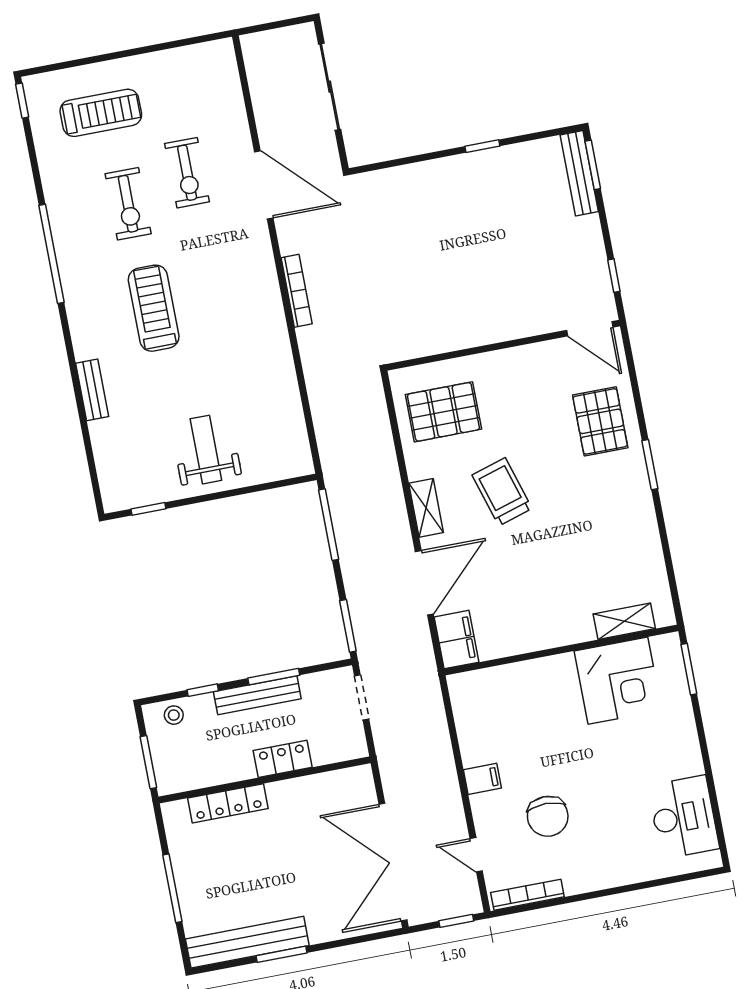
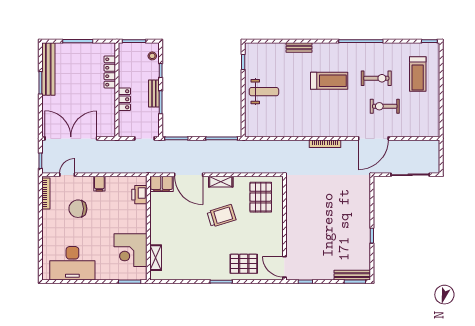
exercise bike: (128, 204) -> (376, 78), turned 180
door: (590, 329) -> (284, 267), hinge flipped
printer: (490, 685) -> (139, 195), added
bench: (257, 695) -> (154, 94), width x0.73
desk: (684, 817) -> (72, 263), width x1.36, depth x1.30

